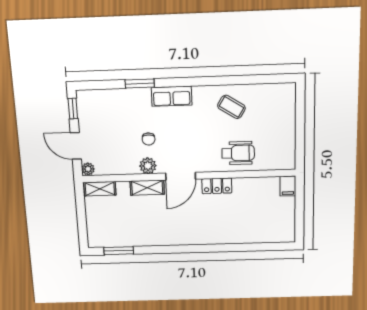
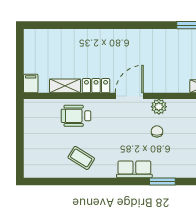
shelving: (147, 188) -> (65, 86), moved

